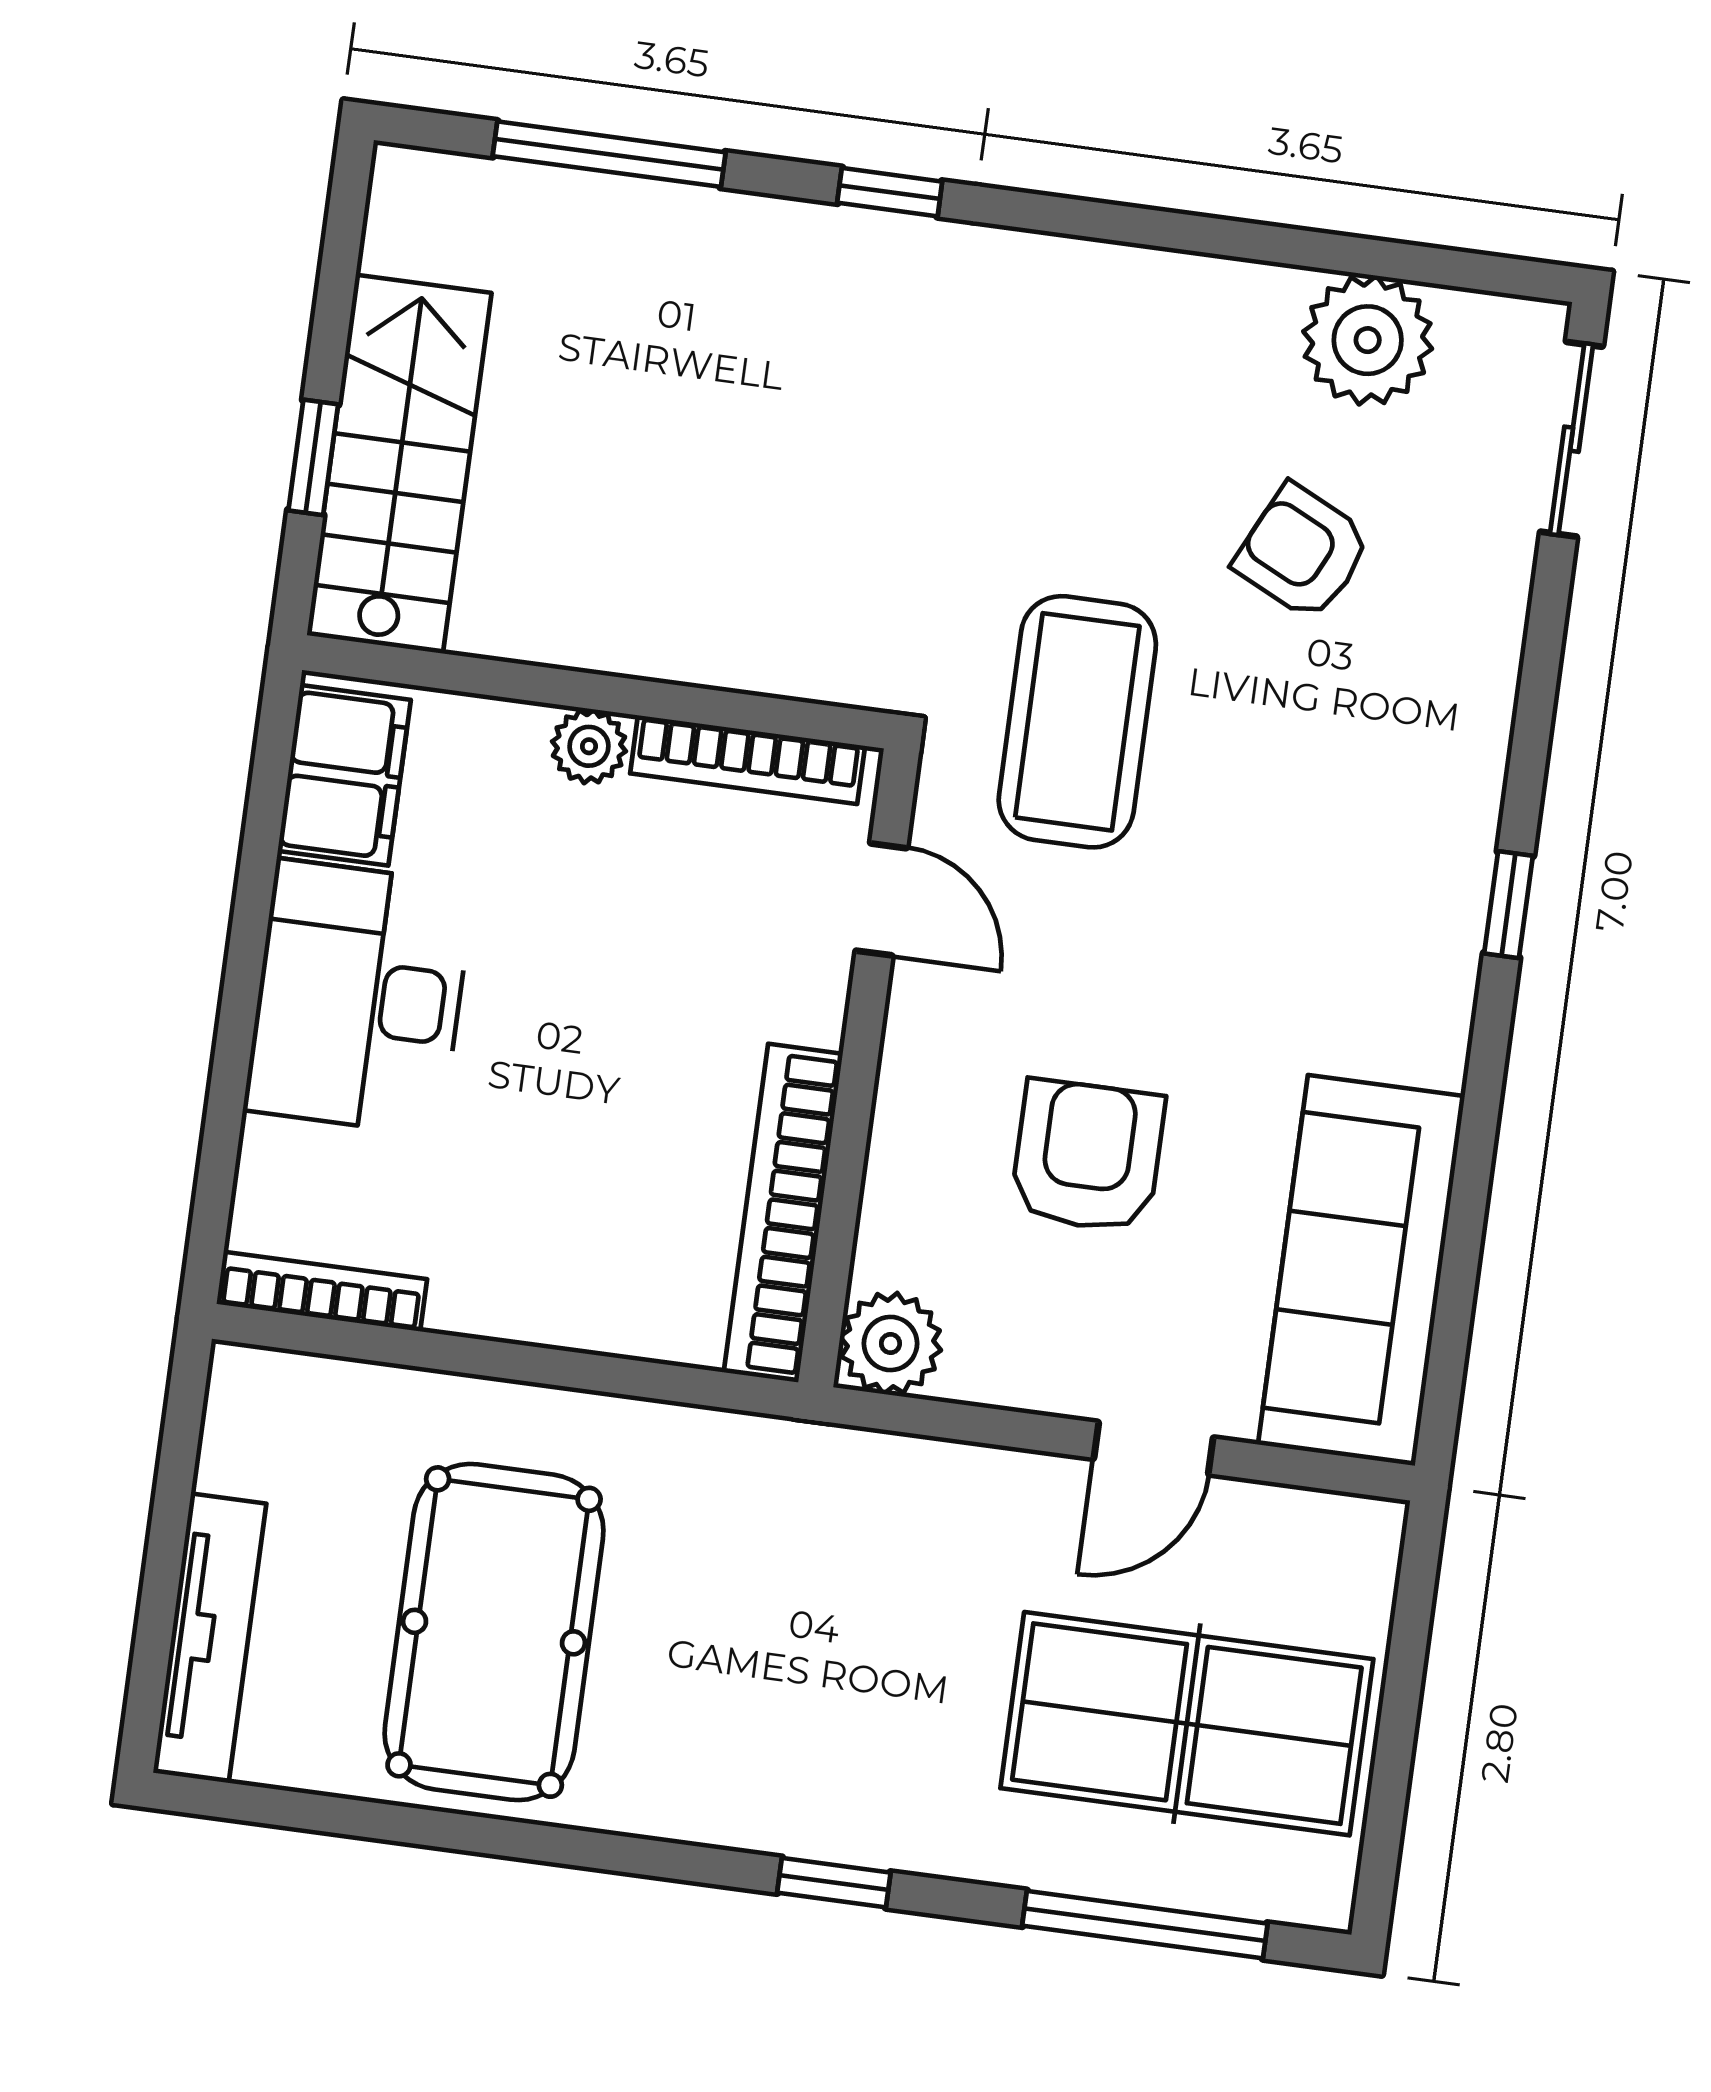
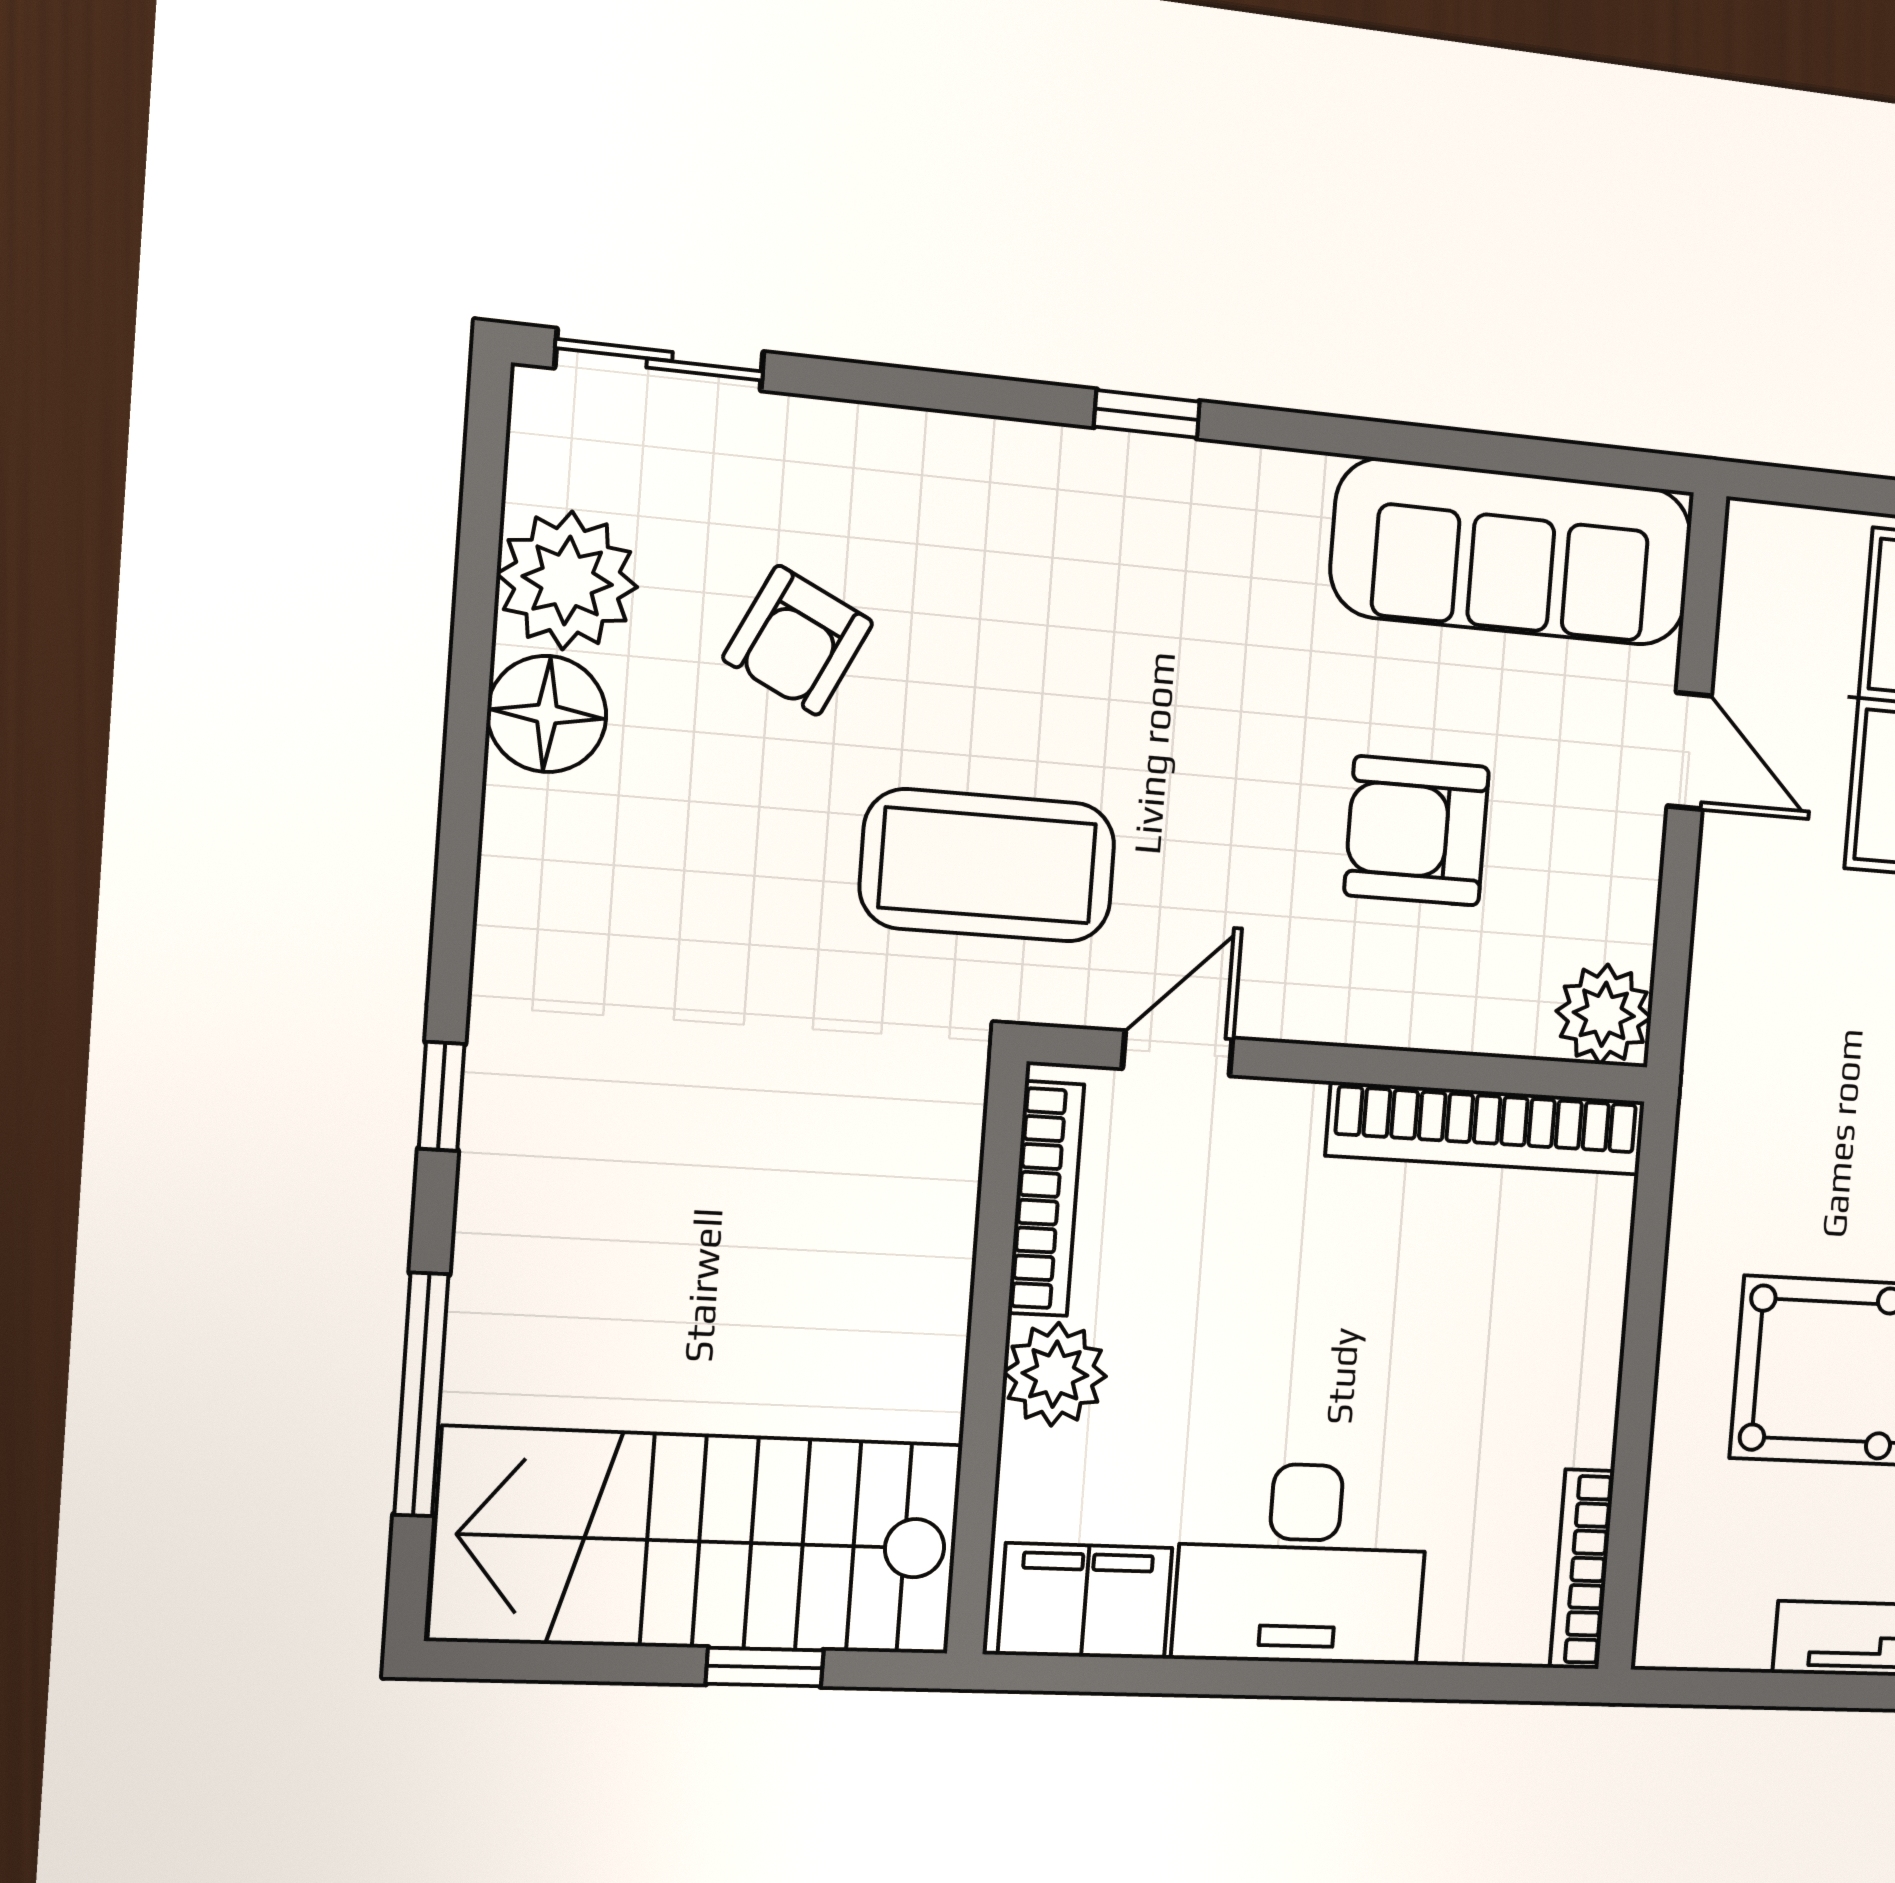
floor lamp: (1243, 313) -> (547, 714), added
stairs: (399, 464) -> (699, 1542), width x1.36, depth x1.51
plant: (589, 746) -> (1055, 1374), width x1.38, depth x1.38

